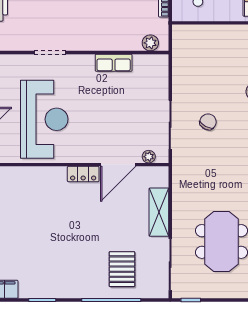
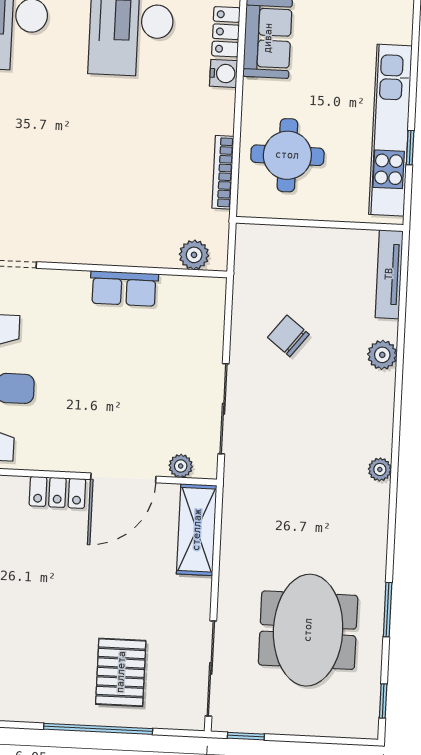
chair: (208, 122) -> (288, 336), moved, turned -80
shelving: (159, 212) -> (197, 530), moved

